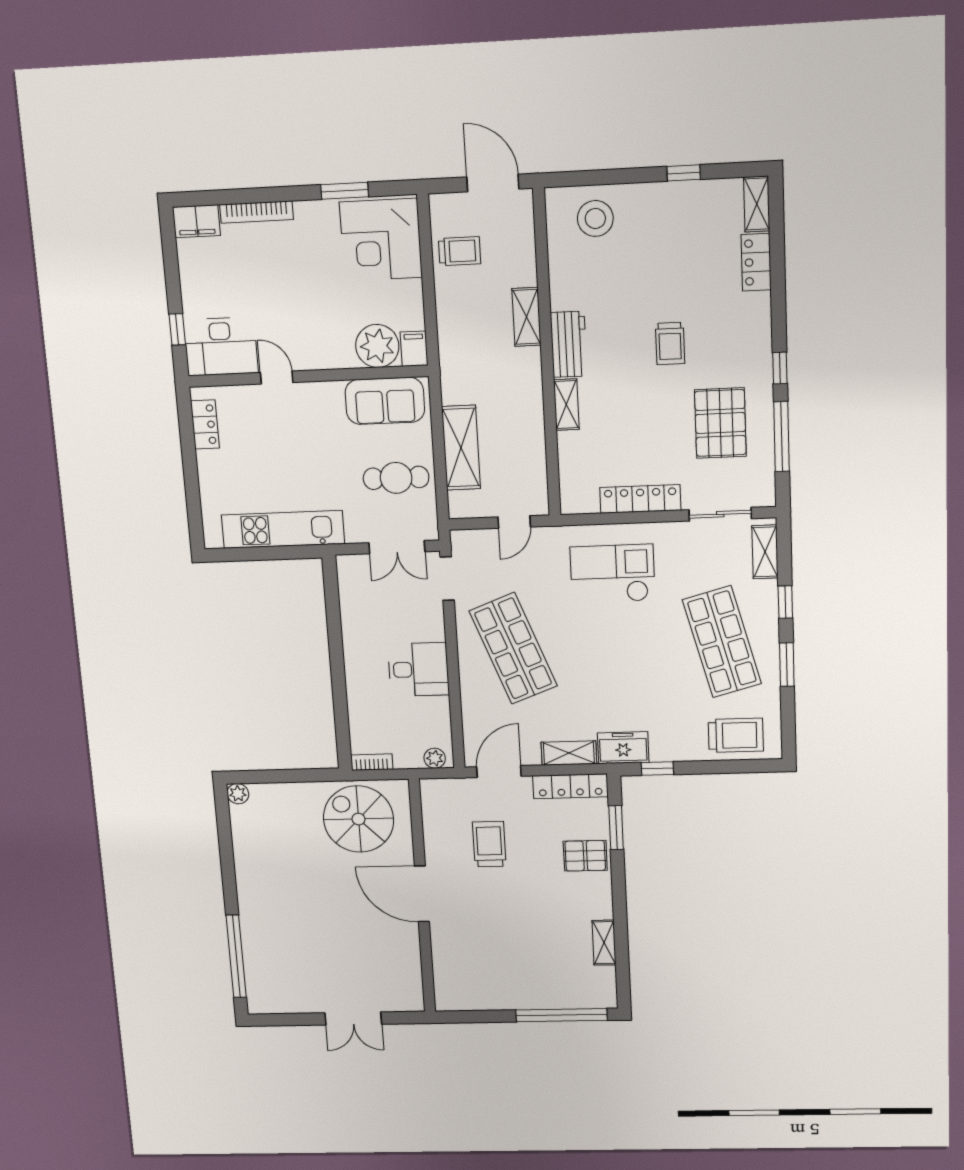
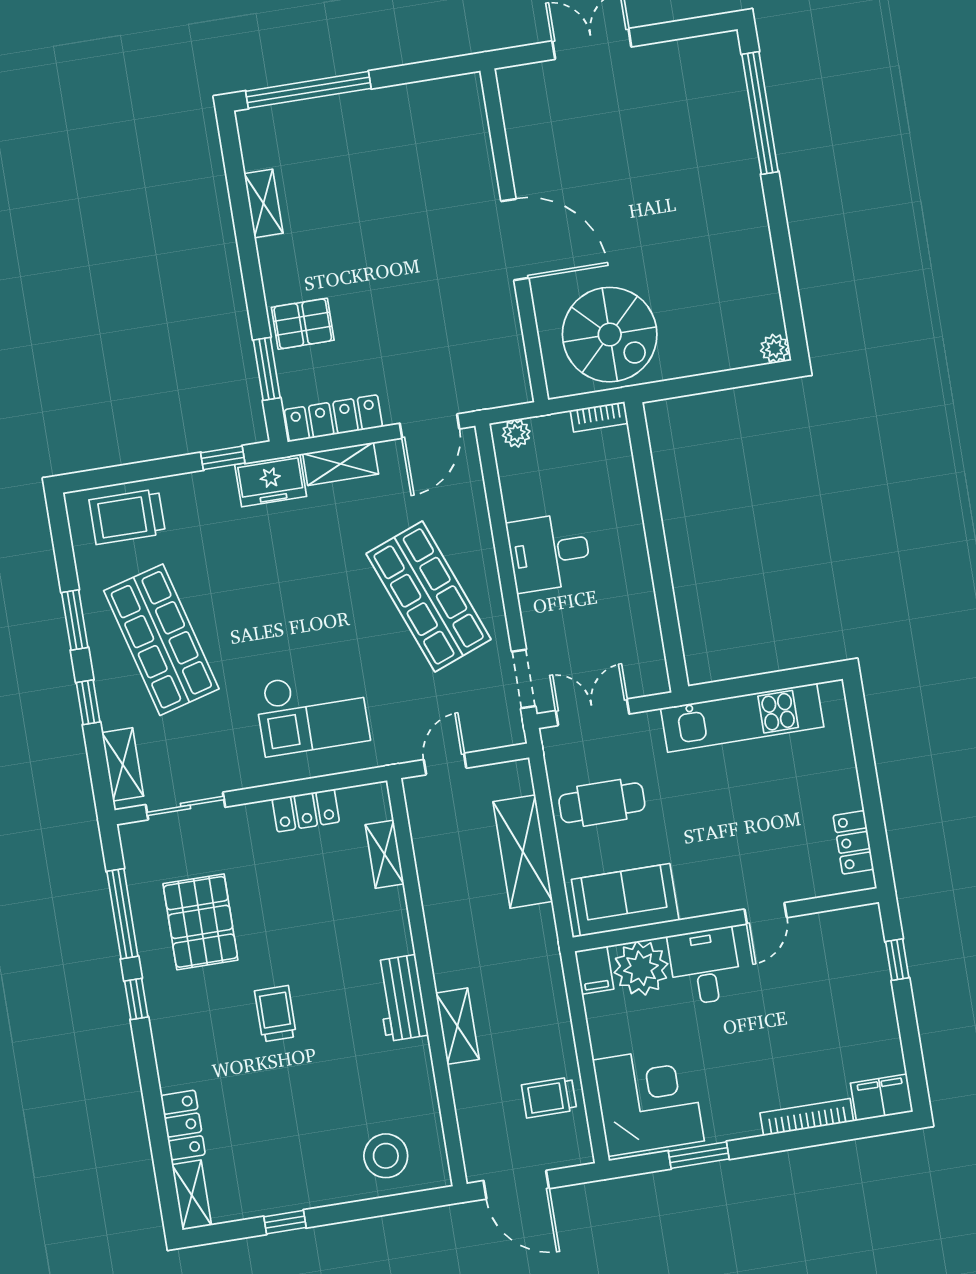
desk: (221, 347) -> (705, 966), moved, width x0.73
door: (277, 378) -> (766, 913), hinge flipped
shelving: (566, 405) -> (385, 854), moved
locker: (640, 499) -> (306, 810), width x0.66
trolley: (489, 844) -> (432, 323), removed

